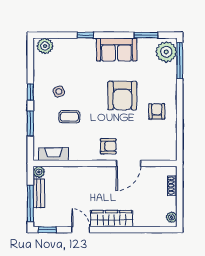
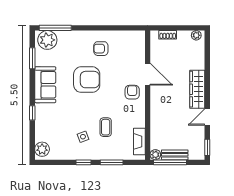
window: (30, 203) -> (170, 162), moved

